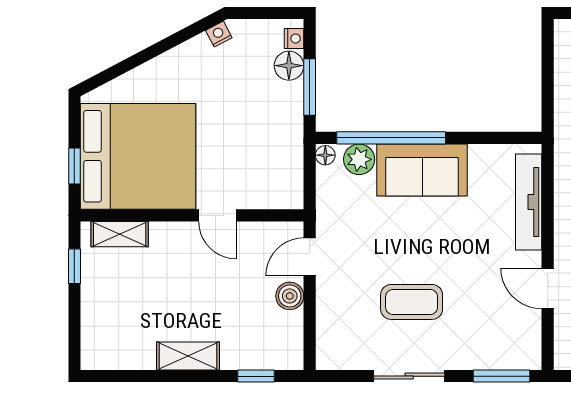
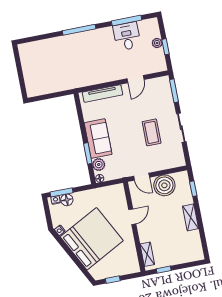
window: (310, 87) -> (61, 192), moved
window: (391, 138) -> (88, 153), width x0.47
bed: (138, 156) -> (92, 239), moved, turned 62
window: (74, 166) -> (113, 280), moved
boiler: (290, 296) -> (164, 185), width x1.86, depth x1.86

